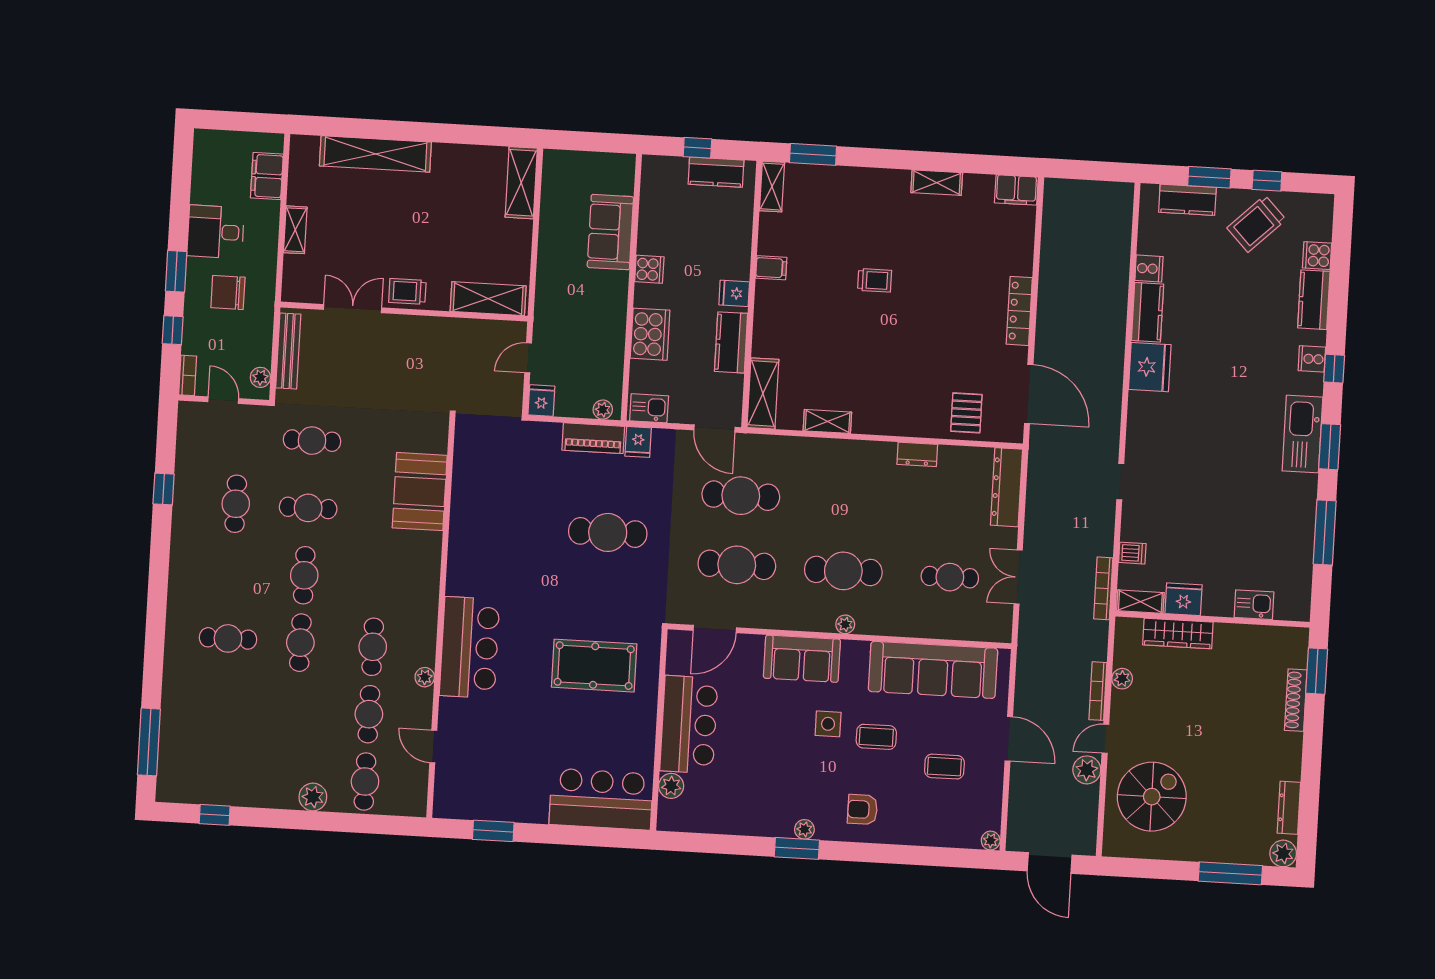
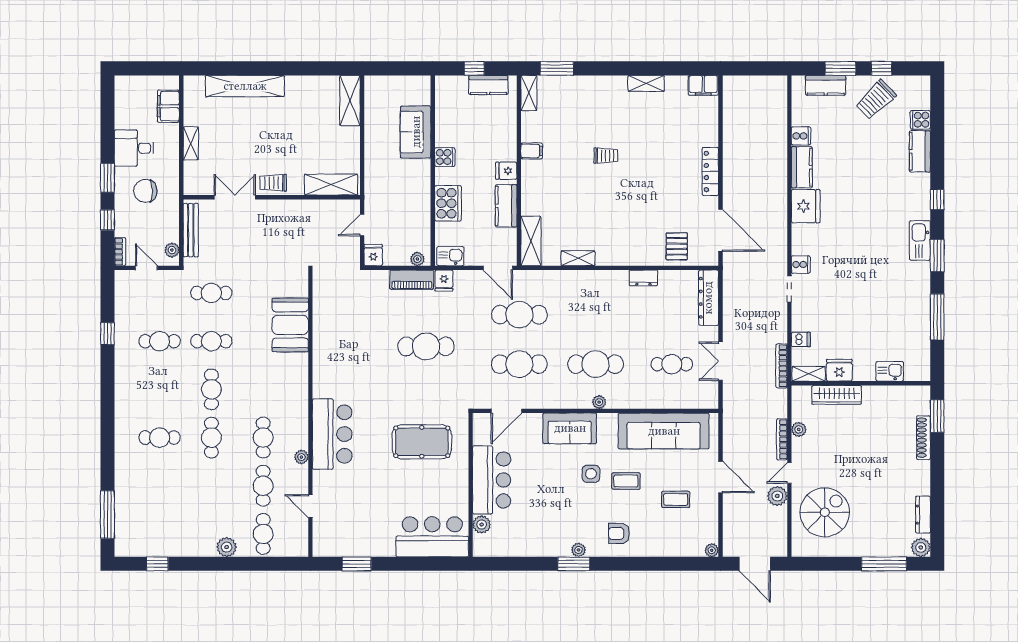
cooker: (1312, 359) -> (801, 265), moved, turned 180
kitchen sink: (1302, 434) -> (920, 240), width x0.73, depth x0.81
cafe table: (236, 504) -> (160, 341), turned 90

